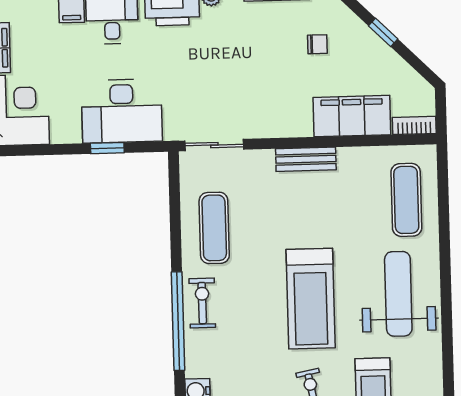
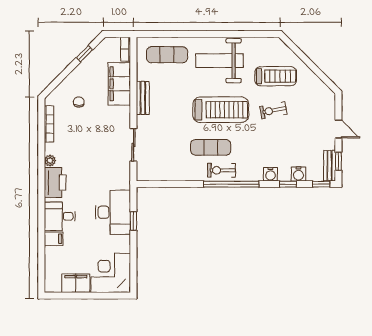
window: (383, 32) -> (84, 54), moved
sliding door: (214, 145) -> (133, 145), moved
bench: (306, 159) -> (143, 98), moved
exercise mat: (214, 228) -> (211, 147), moved

